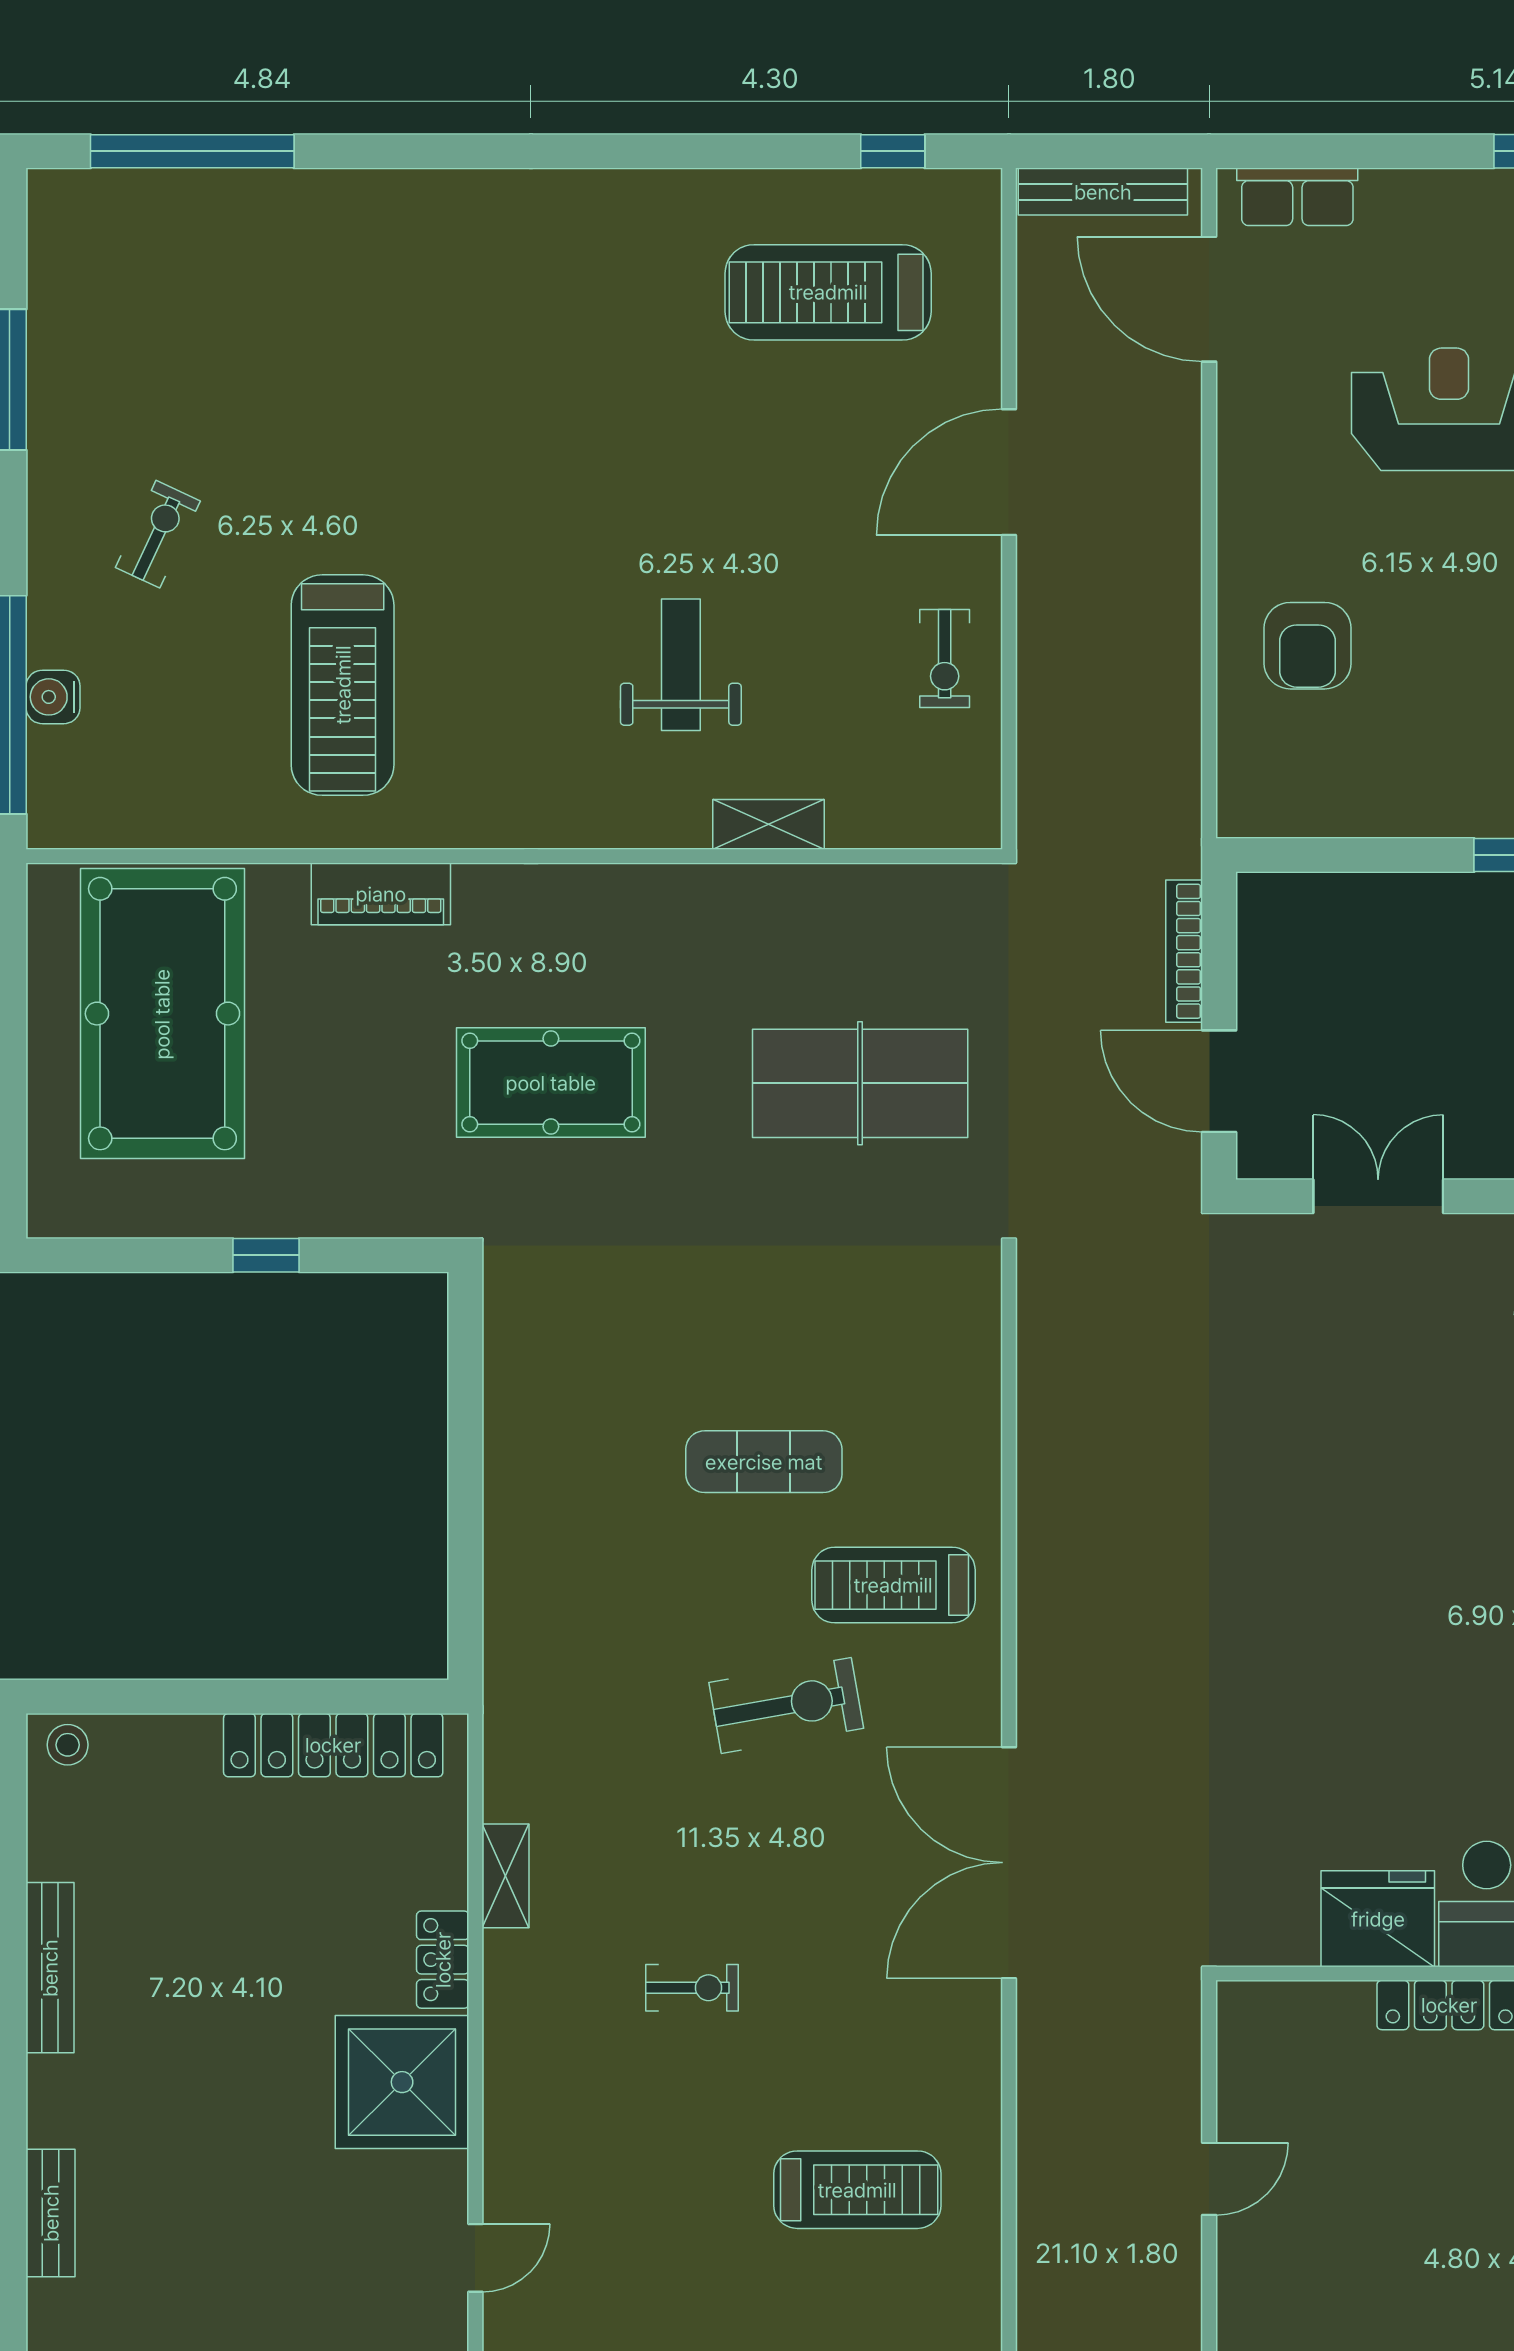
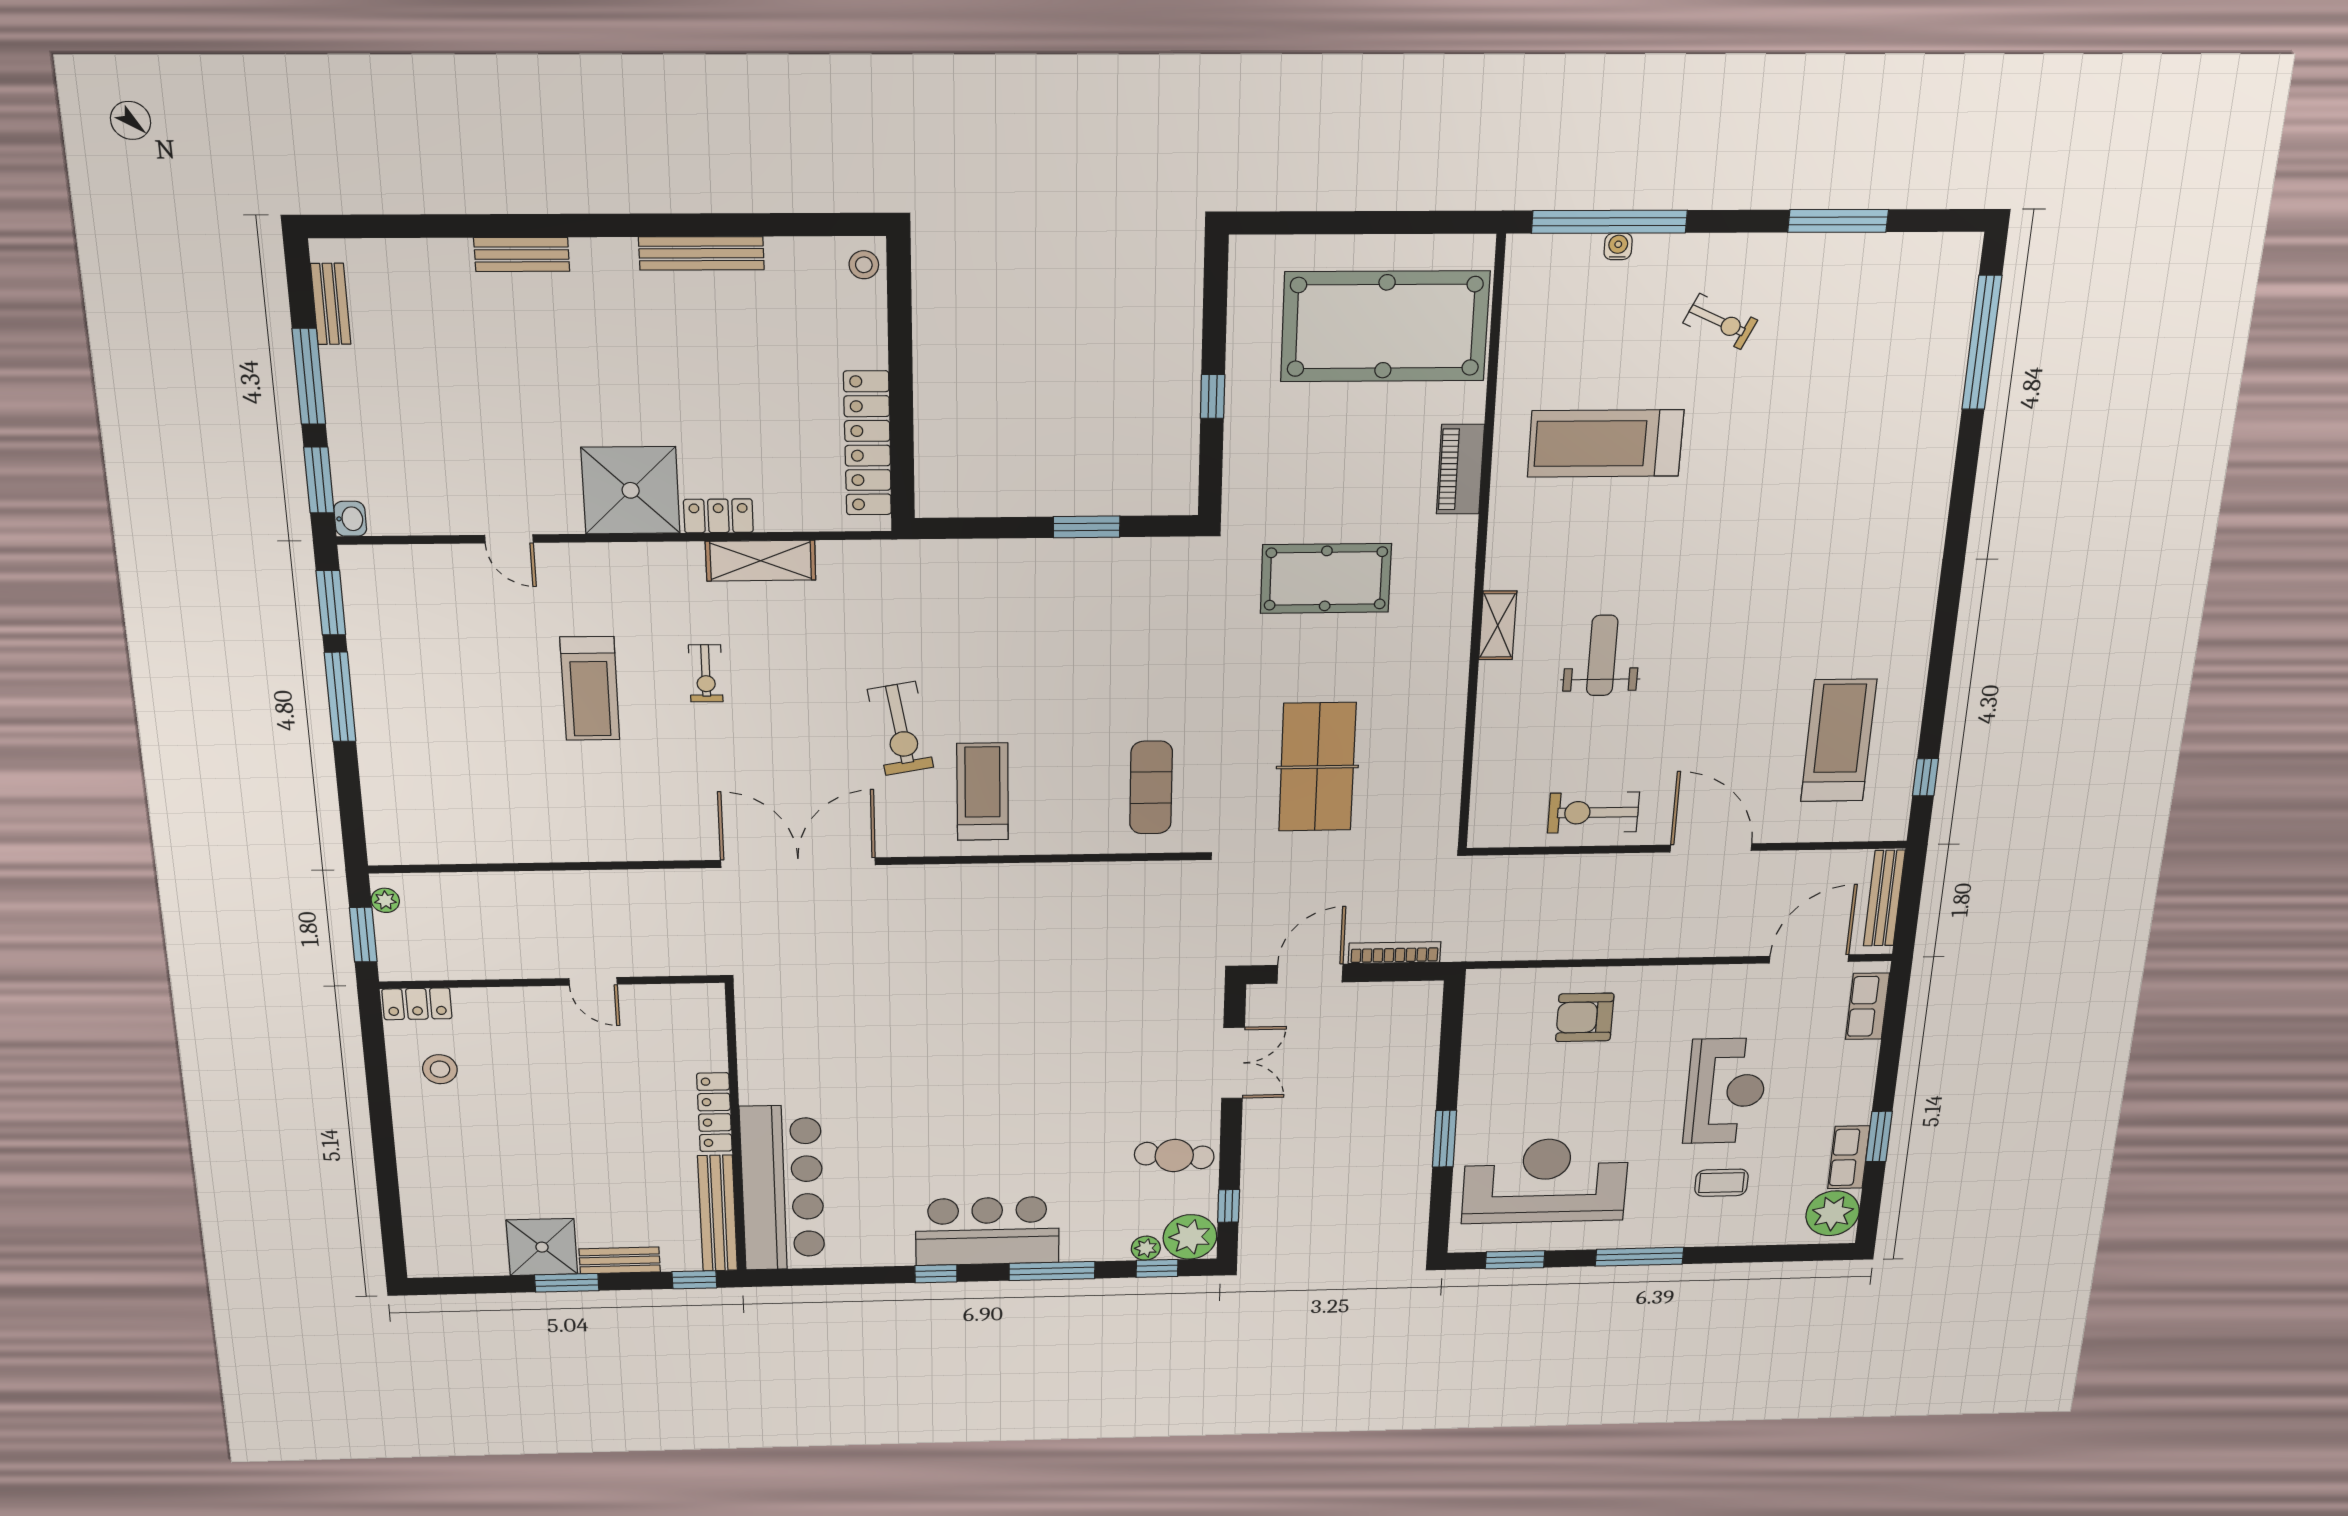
exercise bike: (945, 658) -> (1593, 813), width x1.38, depth x1.39
weight bench: (681, 665) -> (1602, 655), turned -90
water cooler: (53, 697) -> (1618, 246), width x0.72, depth x0.72
shelving: (768, 824) -> (1498, 625), moved
pool table: (551, 1083) -> (1326, 579), turned 90
window: (465, 1433) -> (1087, 527), added
exercise mat: (764, 1462) -> (1151, 788), moved
shelving: (505, 1876) -> (761, 561), width x1.50, depth x1.33
fridge: (1378, 1919) -> (769, 1072), removed
treadmill: (857, 2190) -> (590, 689), moved

